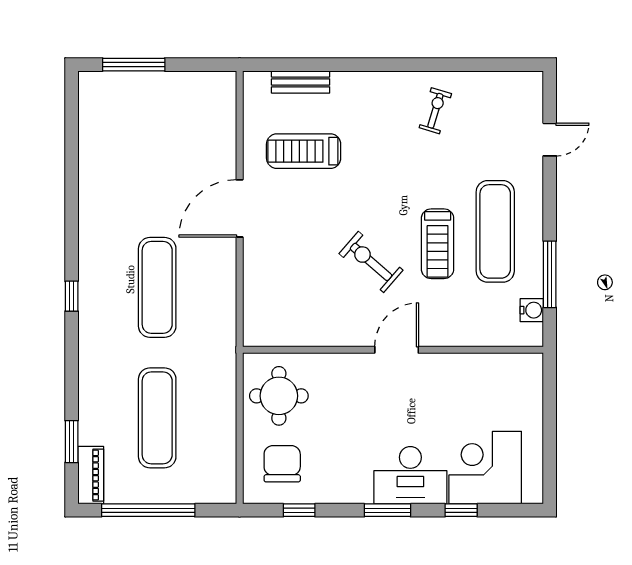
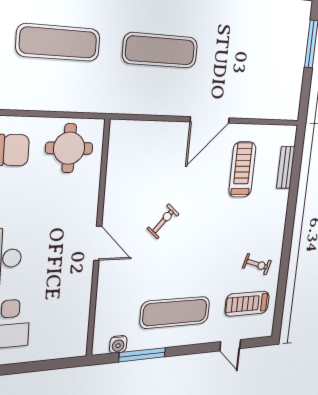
door: (240, 208) -> (210, 120), swing flipped
treadmill: (438, 244) -> (247, 304), moved
exercise bike: (371, 262) -> (163, 221), width x0.73, depth x0.72

